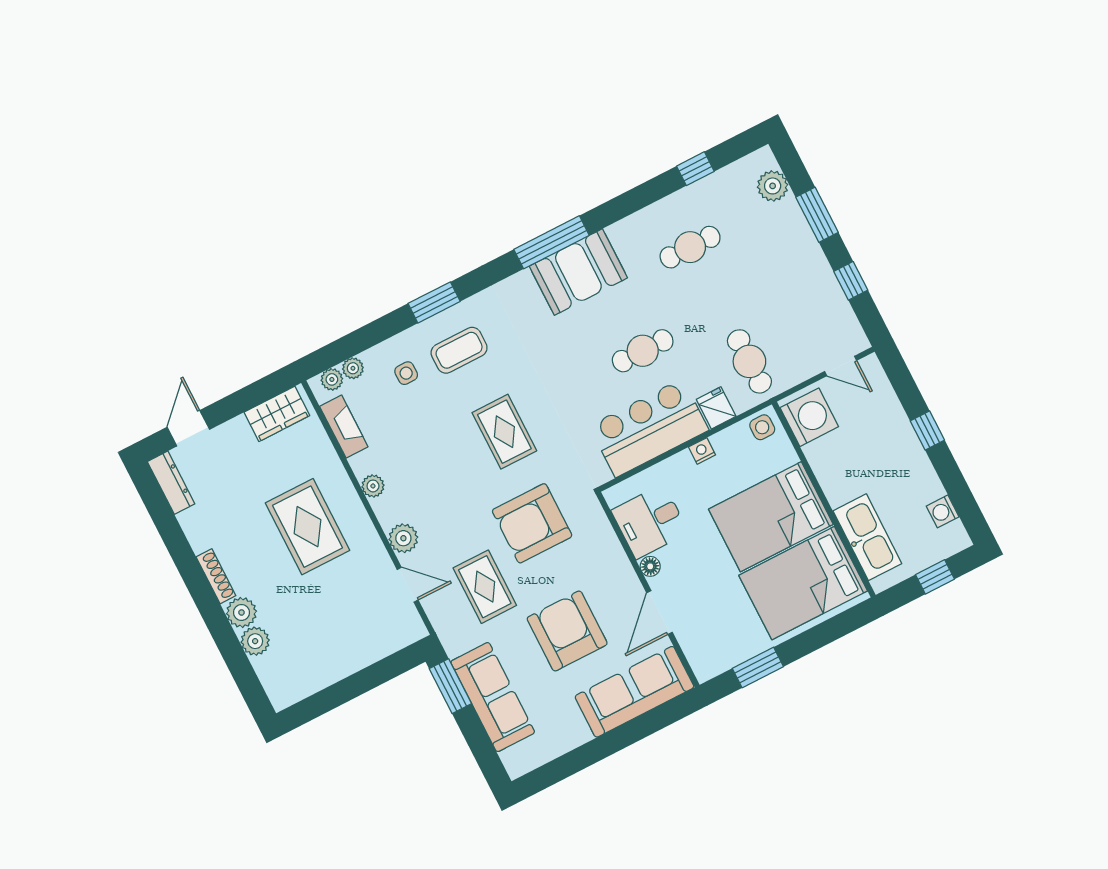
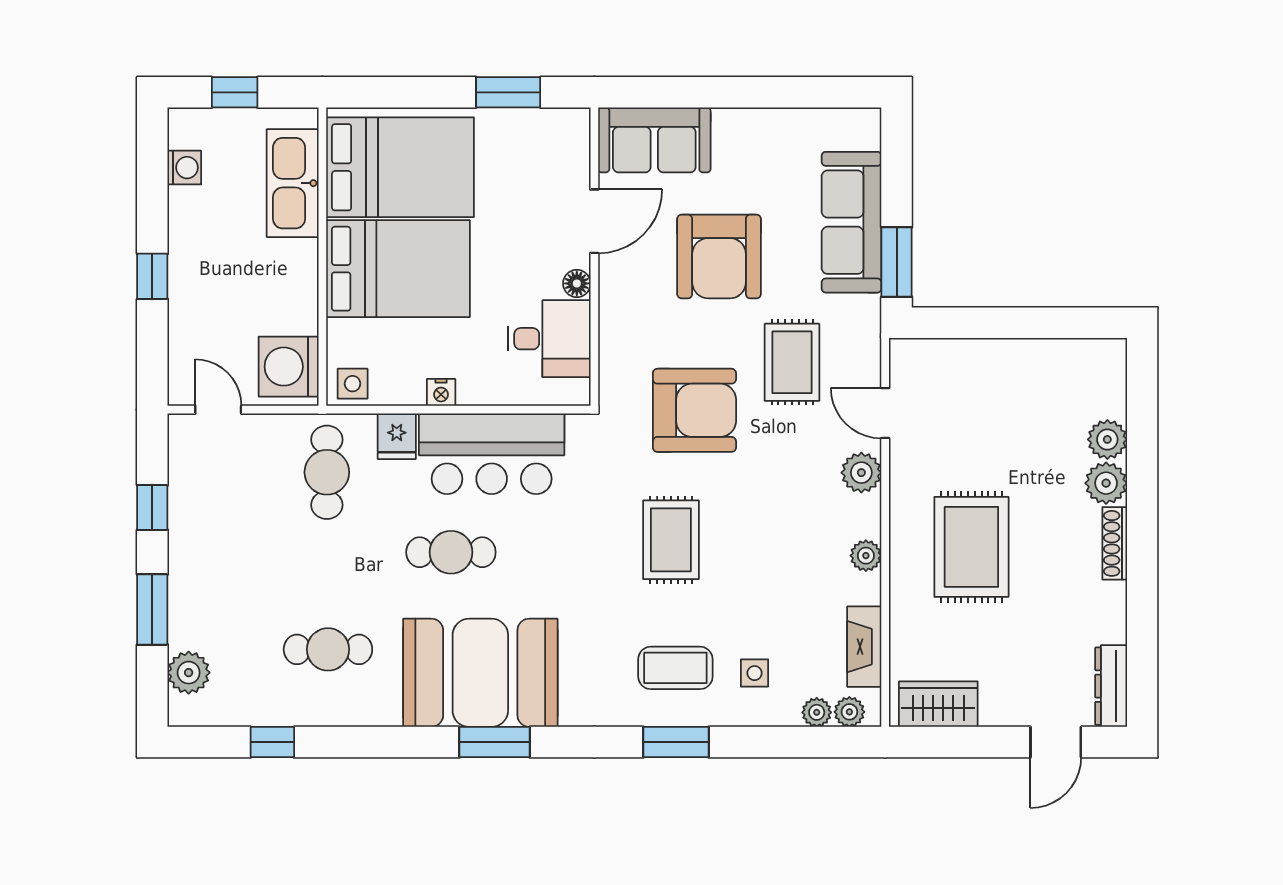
window: (552, 242) -> (495, 742), width x0.69
booth: (578, 272) -> (480, 673), width x1.36, depth x1.42
sofa: (634, 692) -> (654, 140), width x0.73

